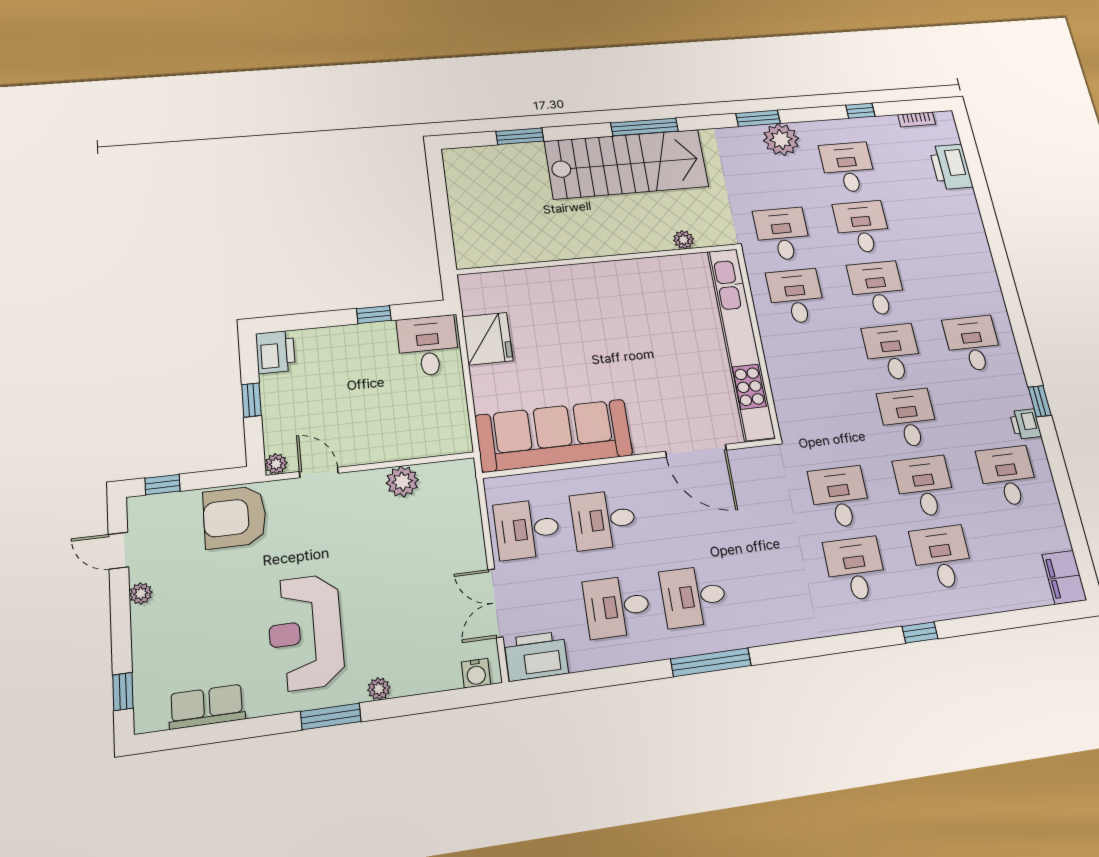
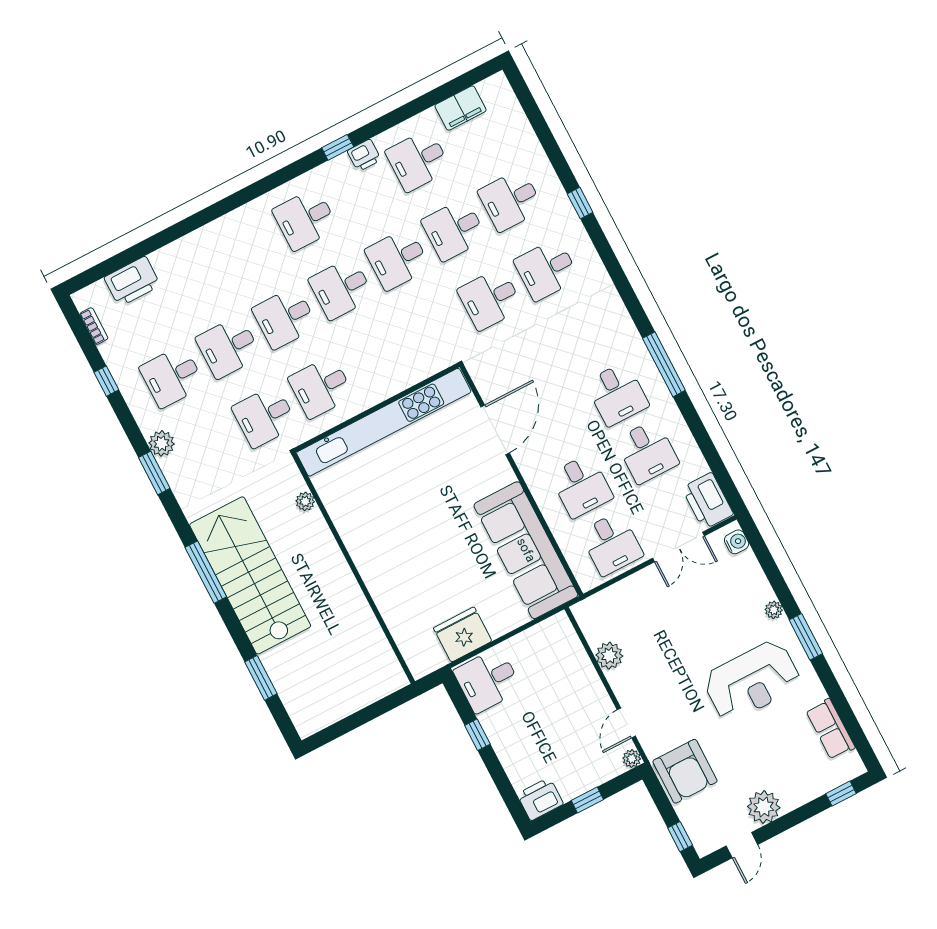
plant: (781, 140) -> (162, 443), width x0.73, depth x0.73
filing cabinet: (1064, 577) -> (461, 108), moved
plant: (141, 593) -> (764, 807), width x1.88, depth x1.88

